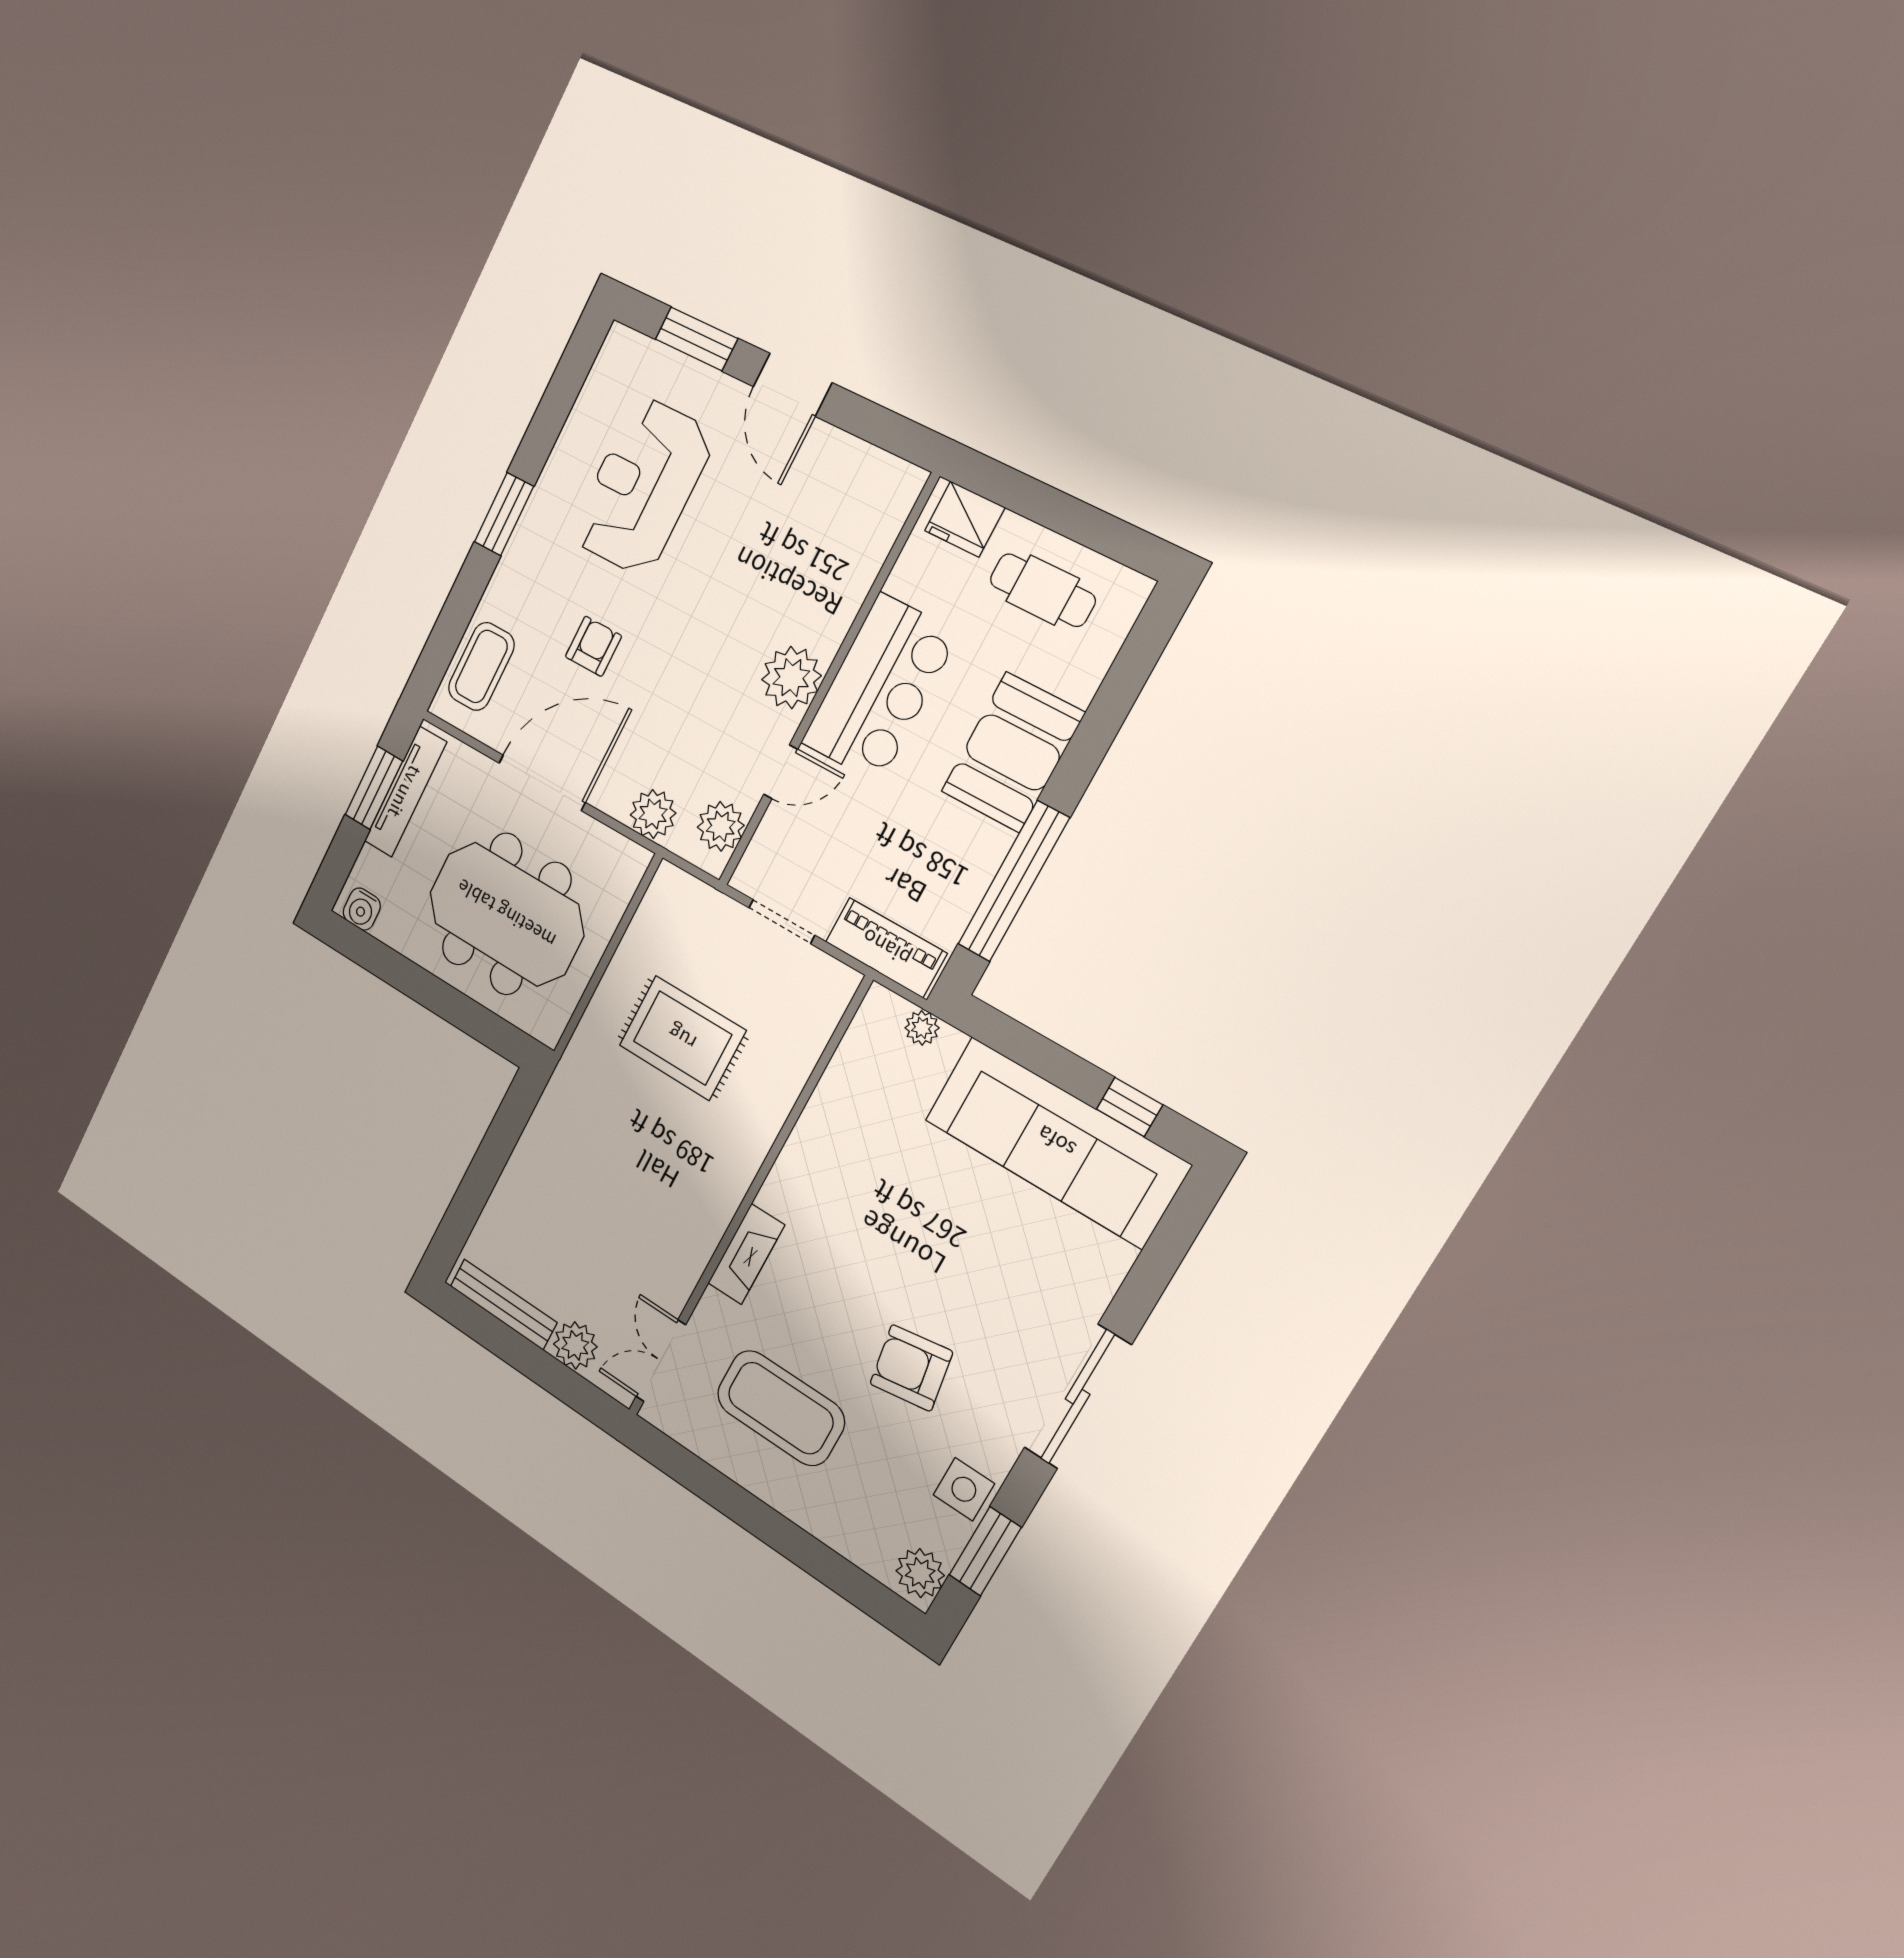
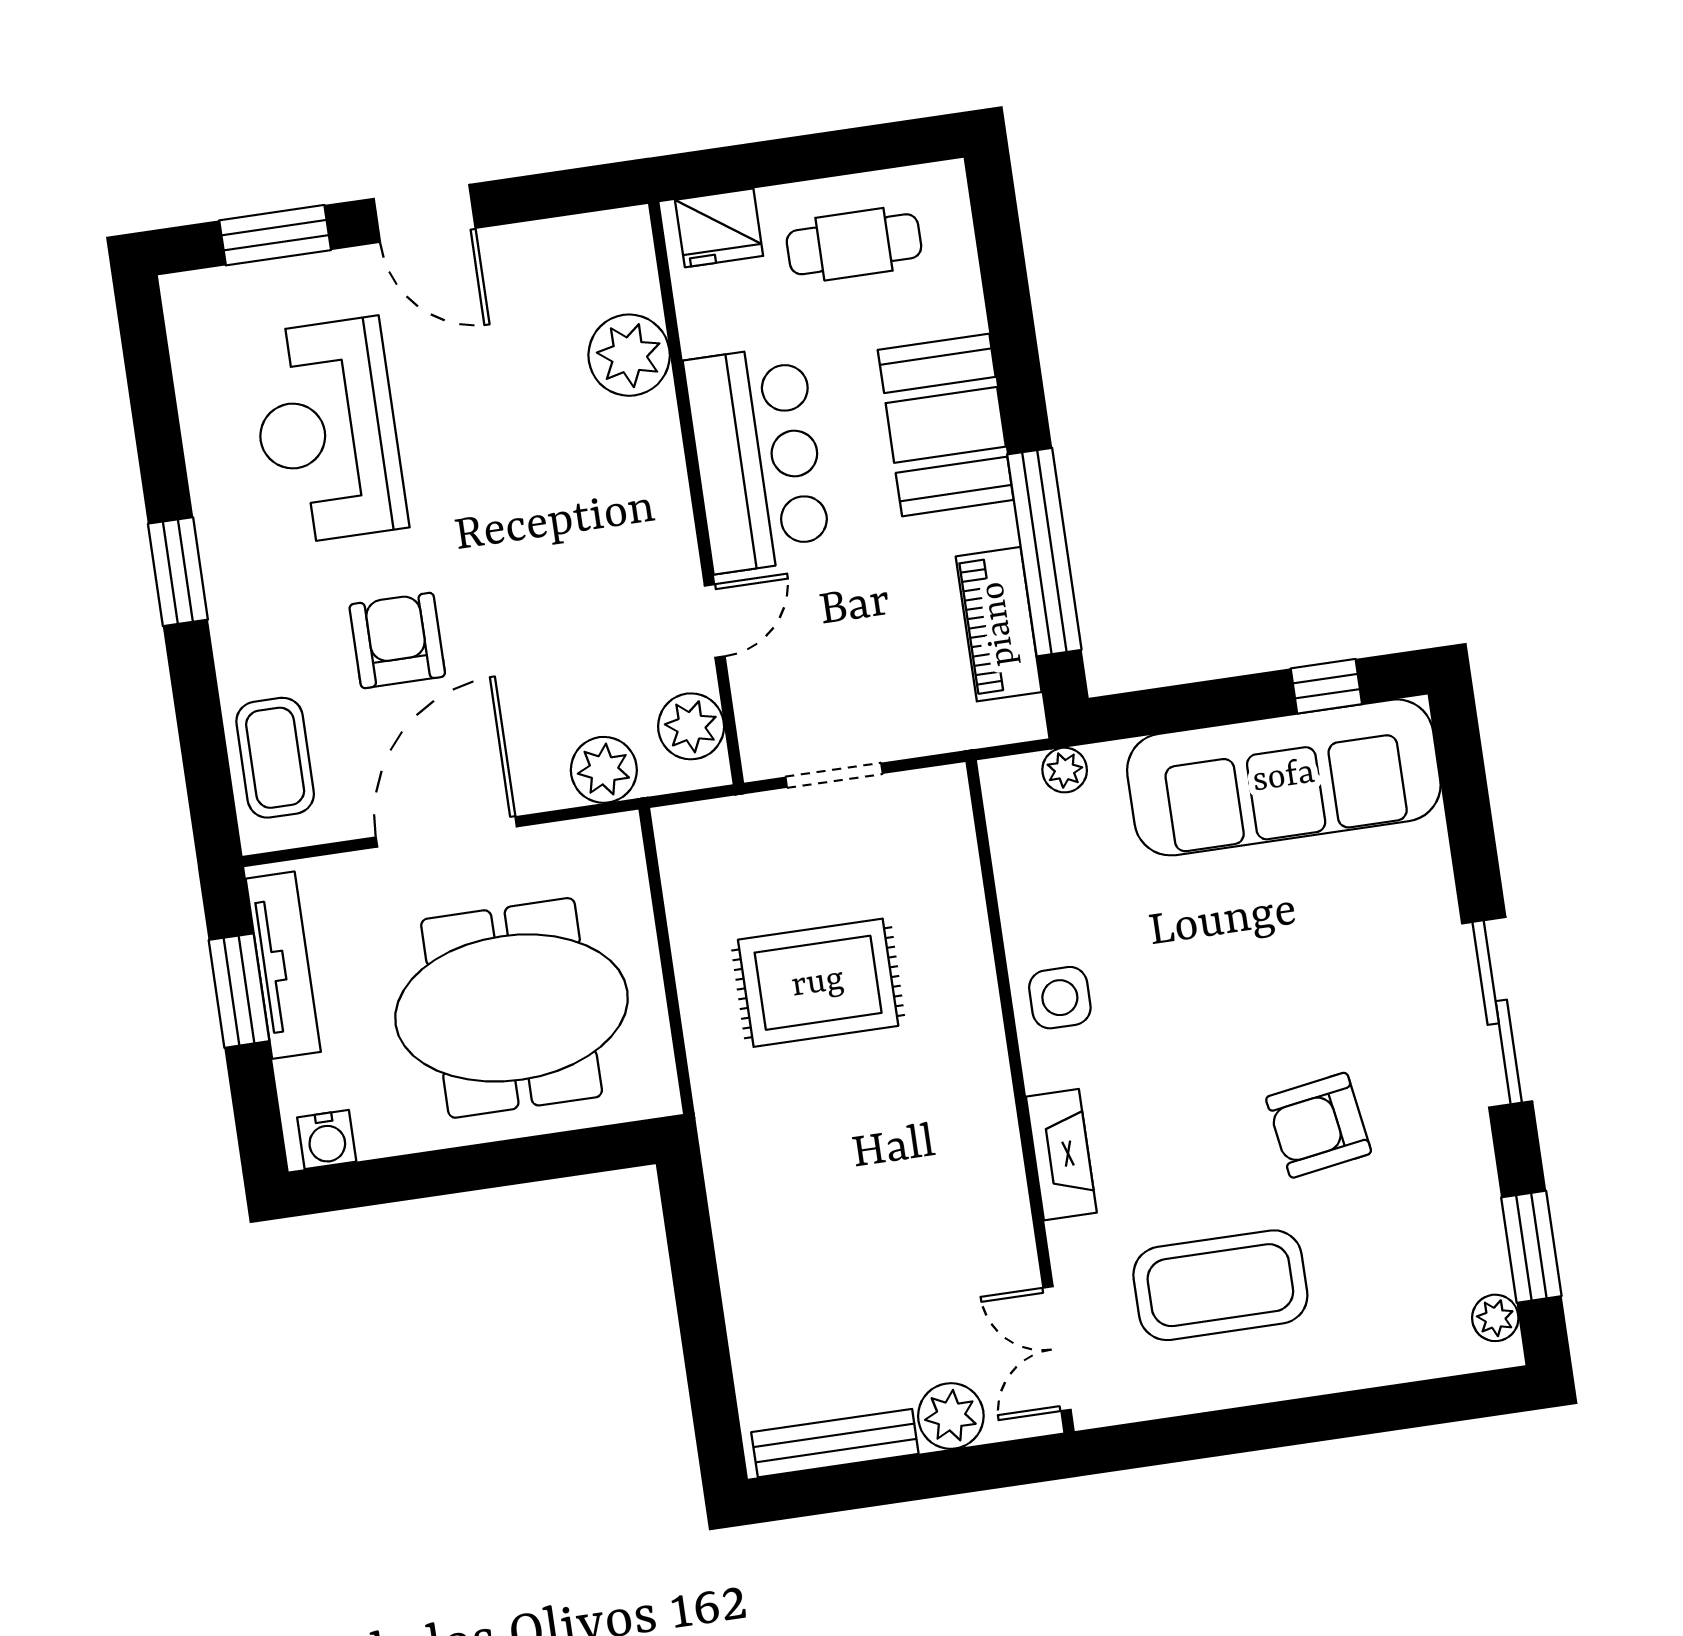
armchair: (593, 646) -> (397, 640), width x1.38, depth x1.38
plant: (791, 678) -> (629, 355), moved
piano: (886, 948) -> (999, 624), moved, turned -90
side table: (964, 1489) -> (1060, 998), moved
plant: (920, 1573) -> (1495, 1318), width x0.73, depth x0.73

